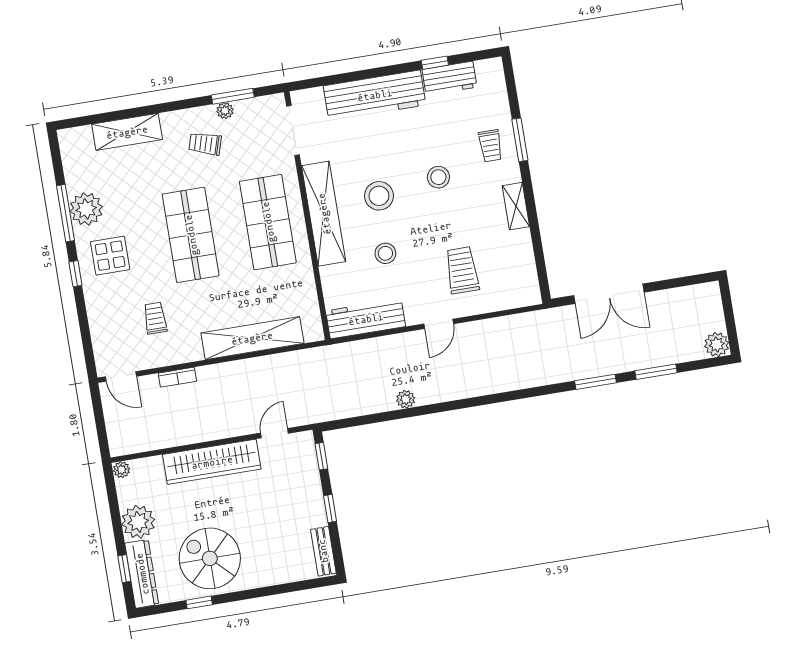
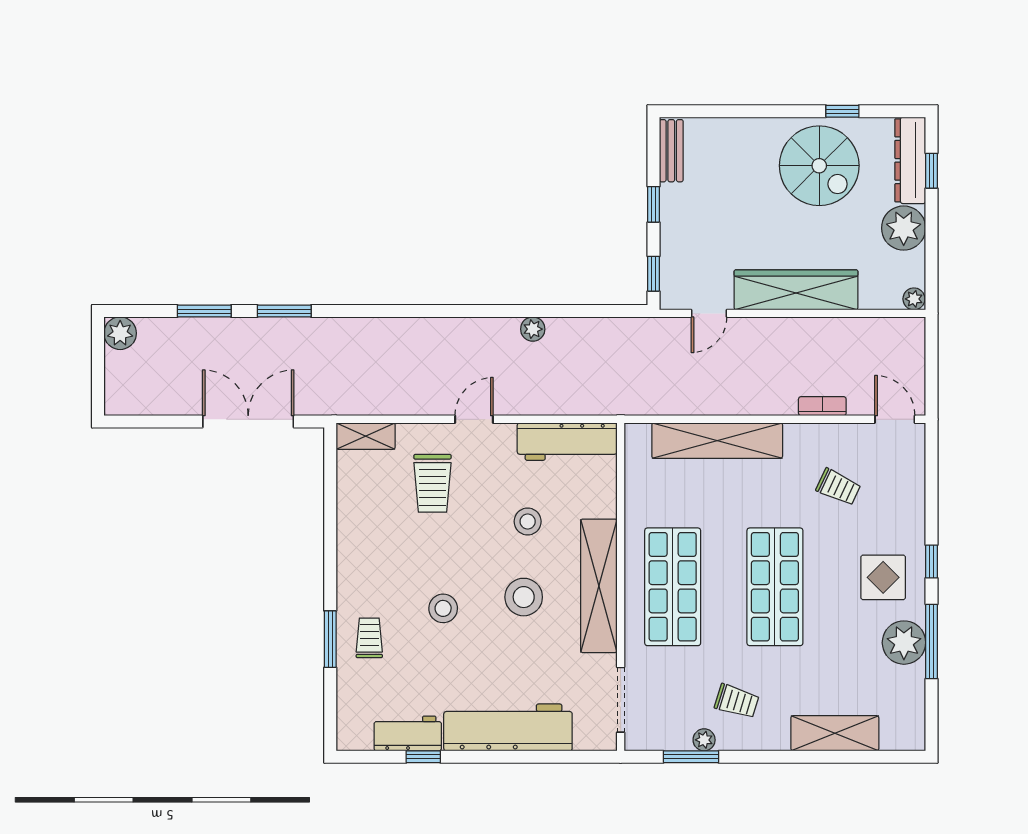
shelving: (516, 206) -> (366, 436), moved, turned 90
trolley: (155, 318) -> (838, 487), turned -65

